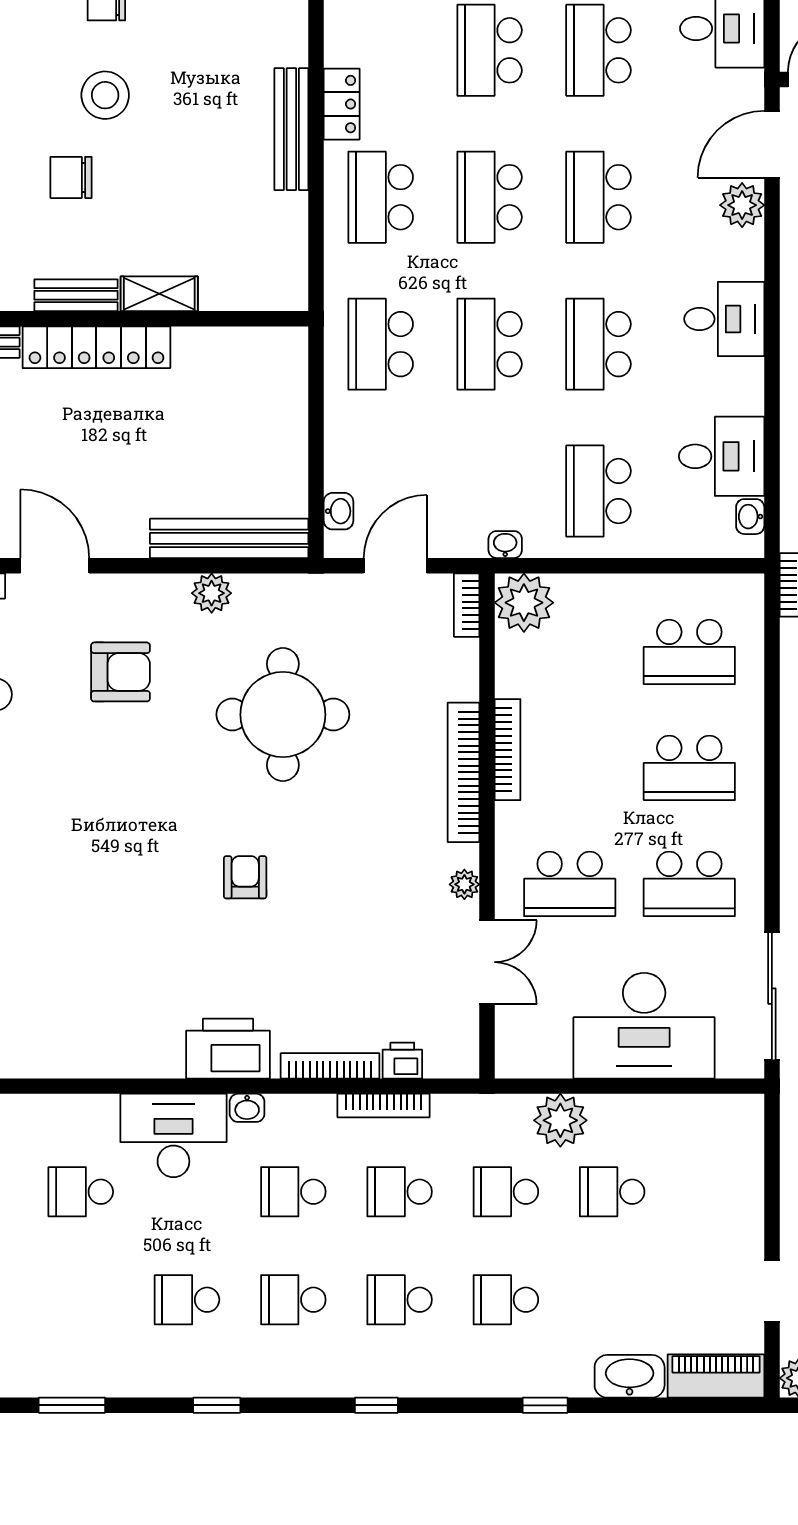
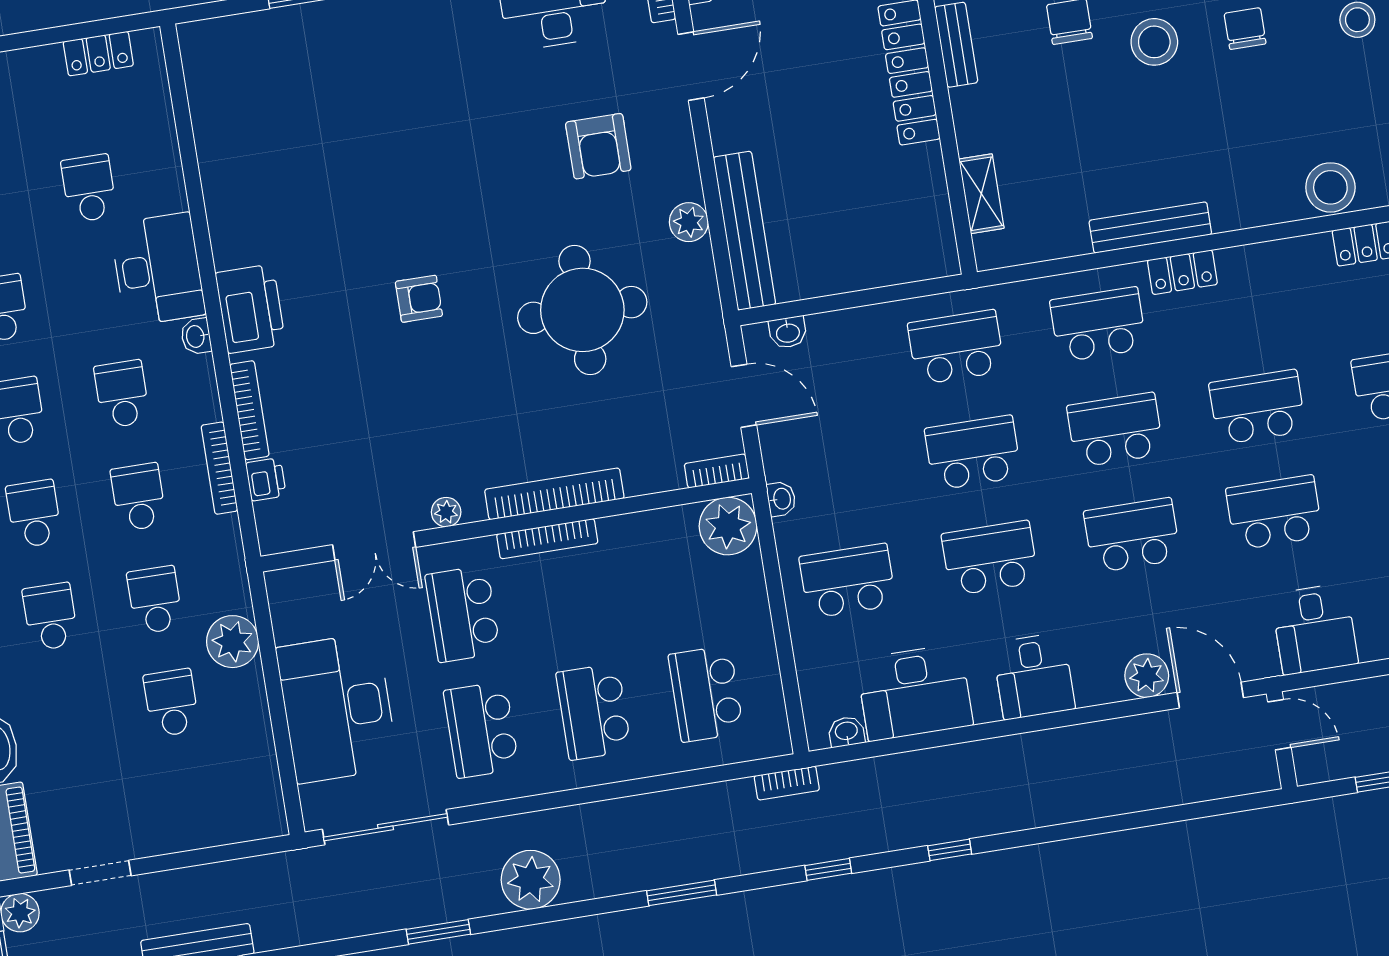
shelving: (159, 294) -> (981, 194), moved
desk: (722, 456) -> (915, 692), width x1.37
bookcase: (508, 750) -> (547, 539), moved

